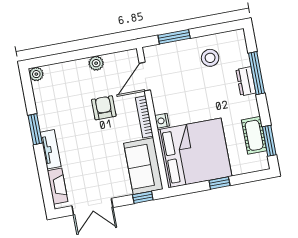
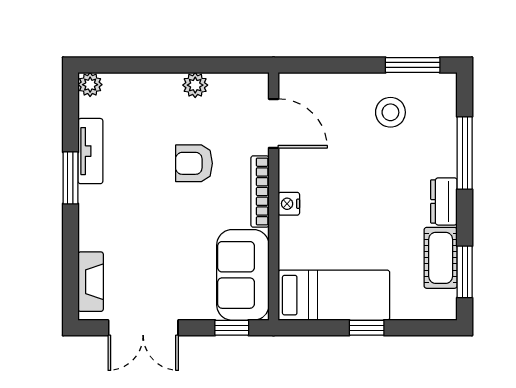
window: (174, 37) -> (413, 65), moved
door: (145, 77) -> (274, 123), swing flipped
dresser: (246, 81) -> (444, 201), moved
armchair: (104, 108) -> (194, 163), turned -90
tv unit: (51, 149) -> (90, 151), moved
bed: (195, 153) -> (334, 295), width x0.49

